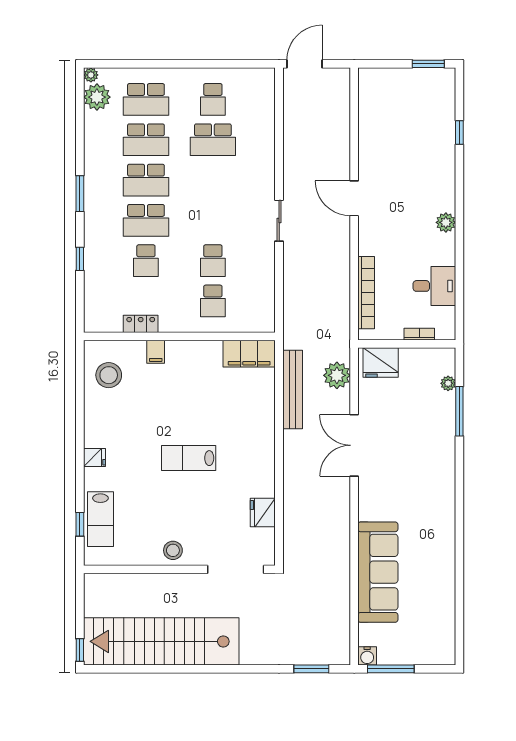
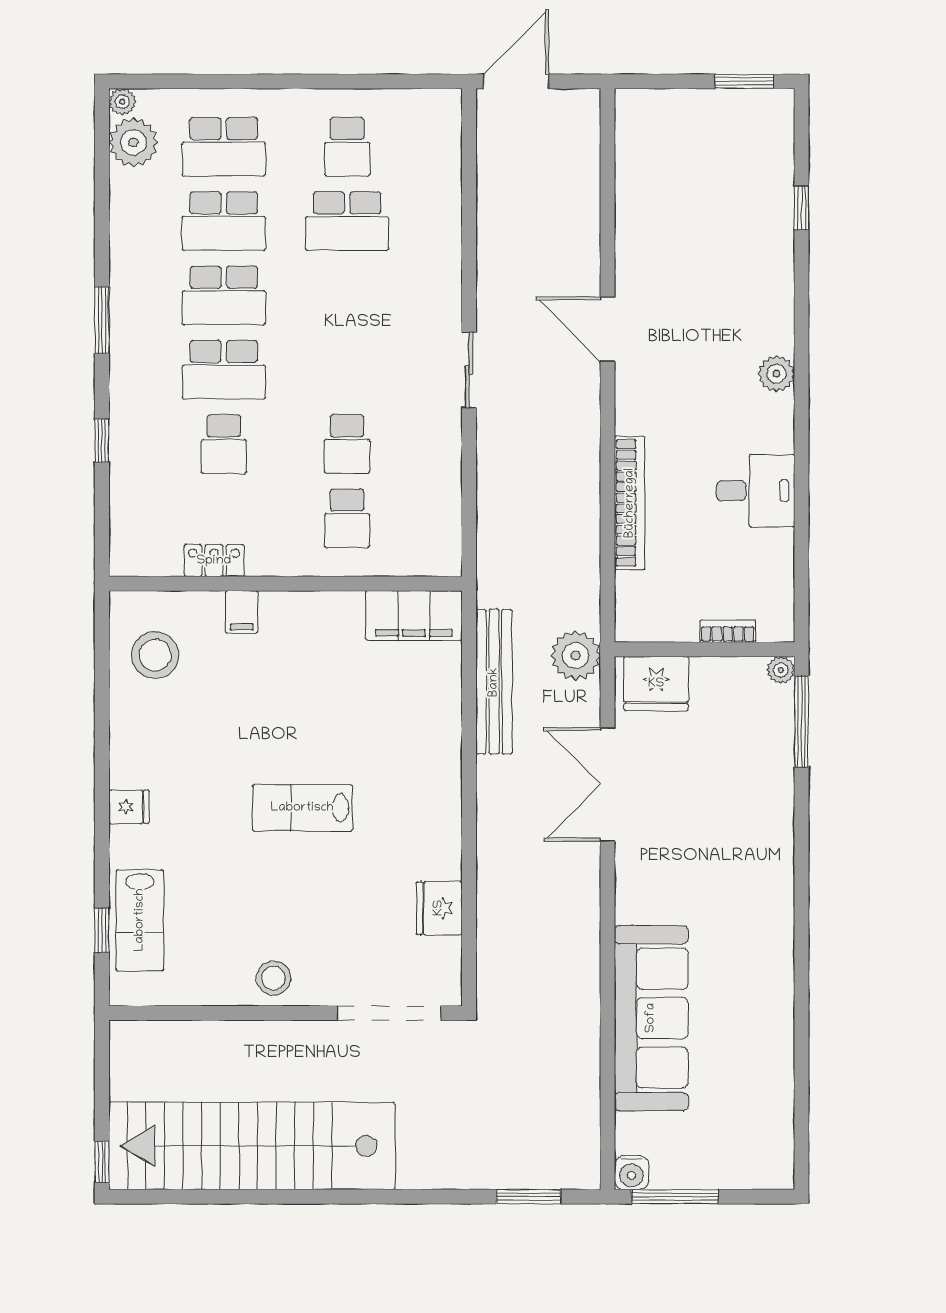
bookcase: (419, 334) -> (728, 631), moved
wall: (407, 344) -> (704, 649), moved
fridge: (381, 363) -> (656, 684), moved

